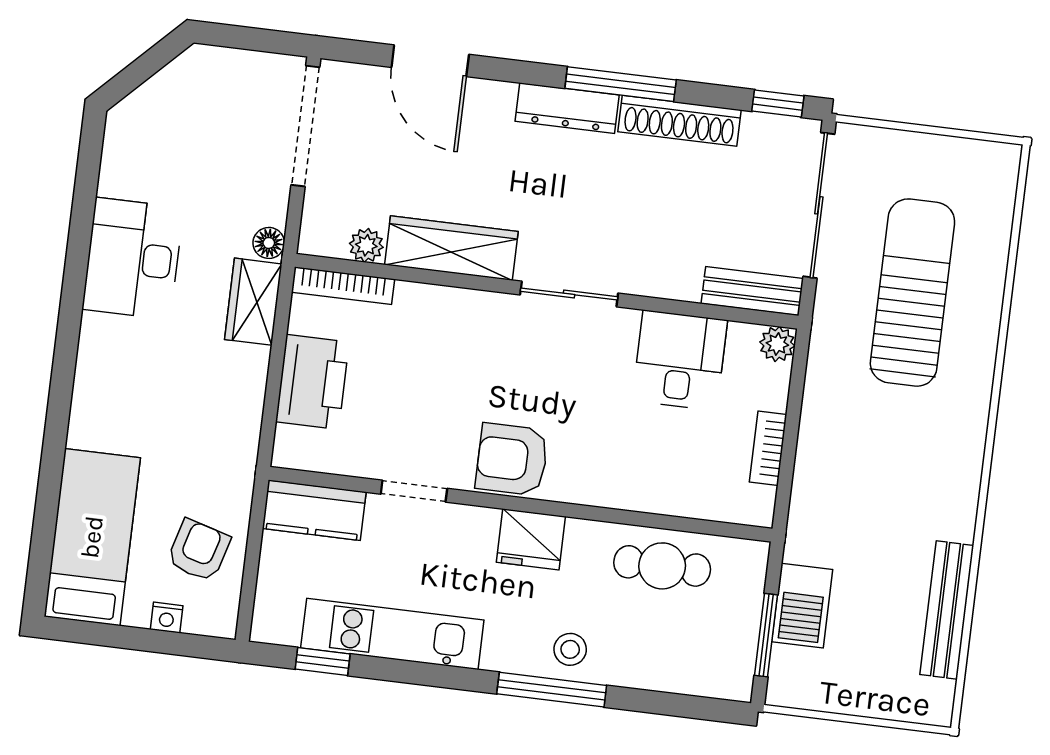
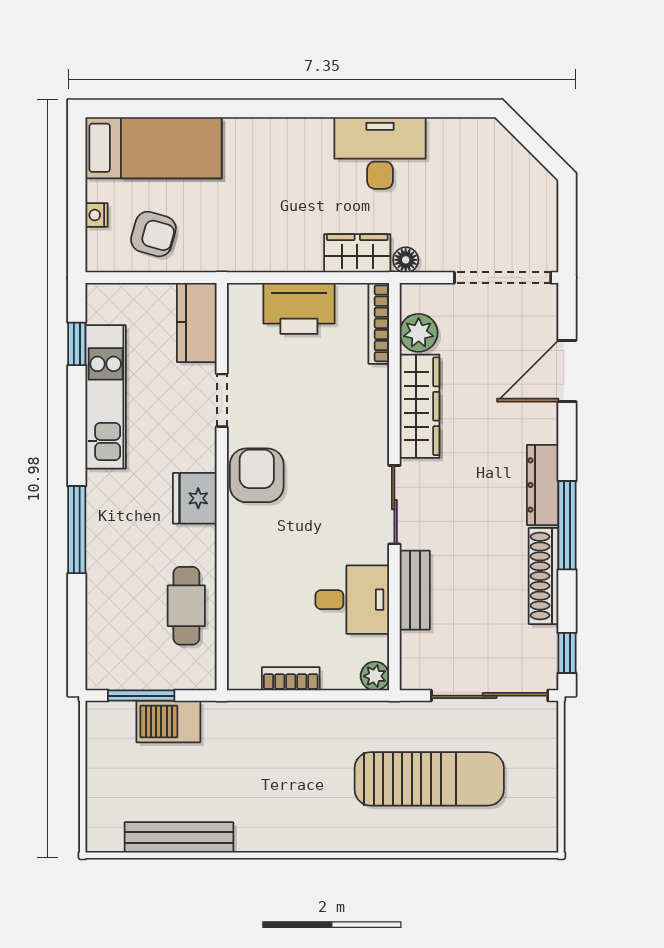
plant: (366, 245) -> (419, 333), width x1.38, depth x1.38
bench: (752, 291) -> (415, 590), moved
stool: (570, 649) -> (111, 540), removed

